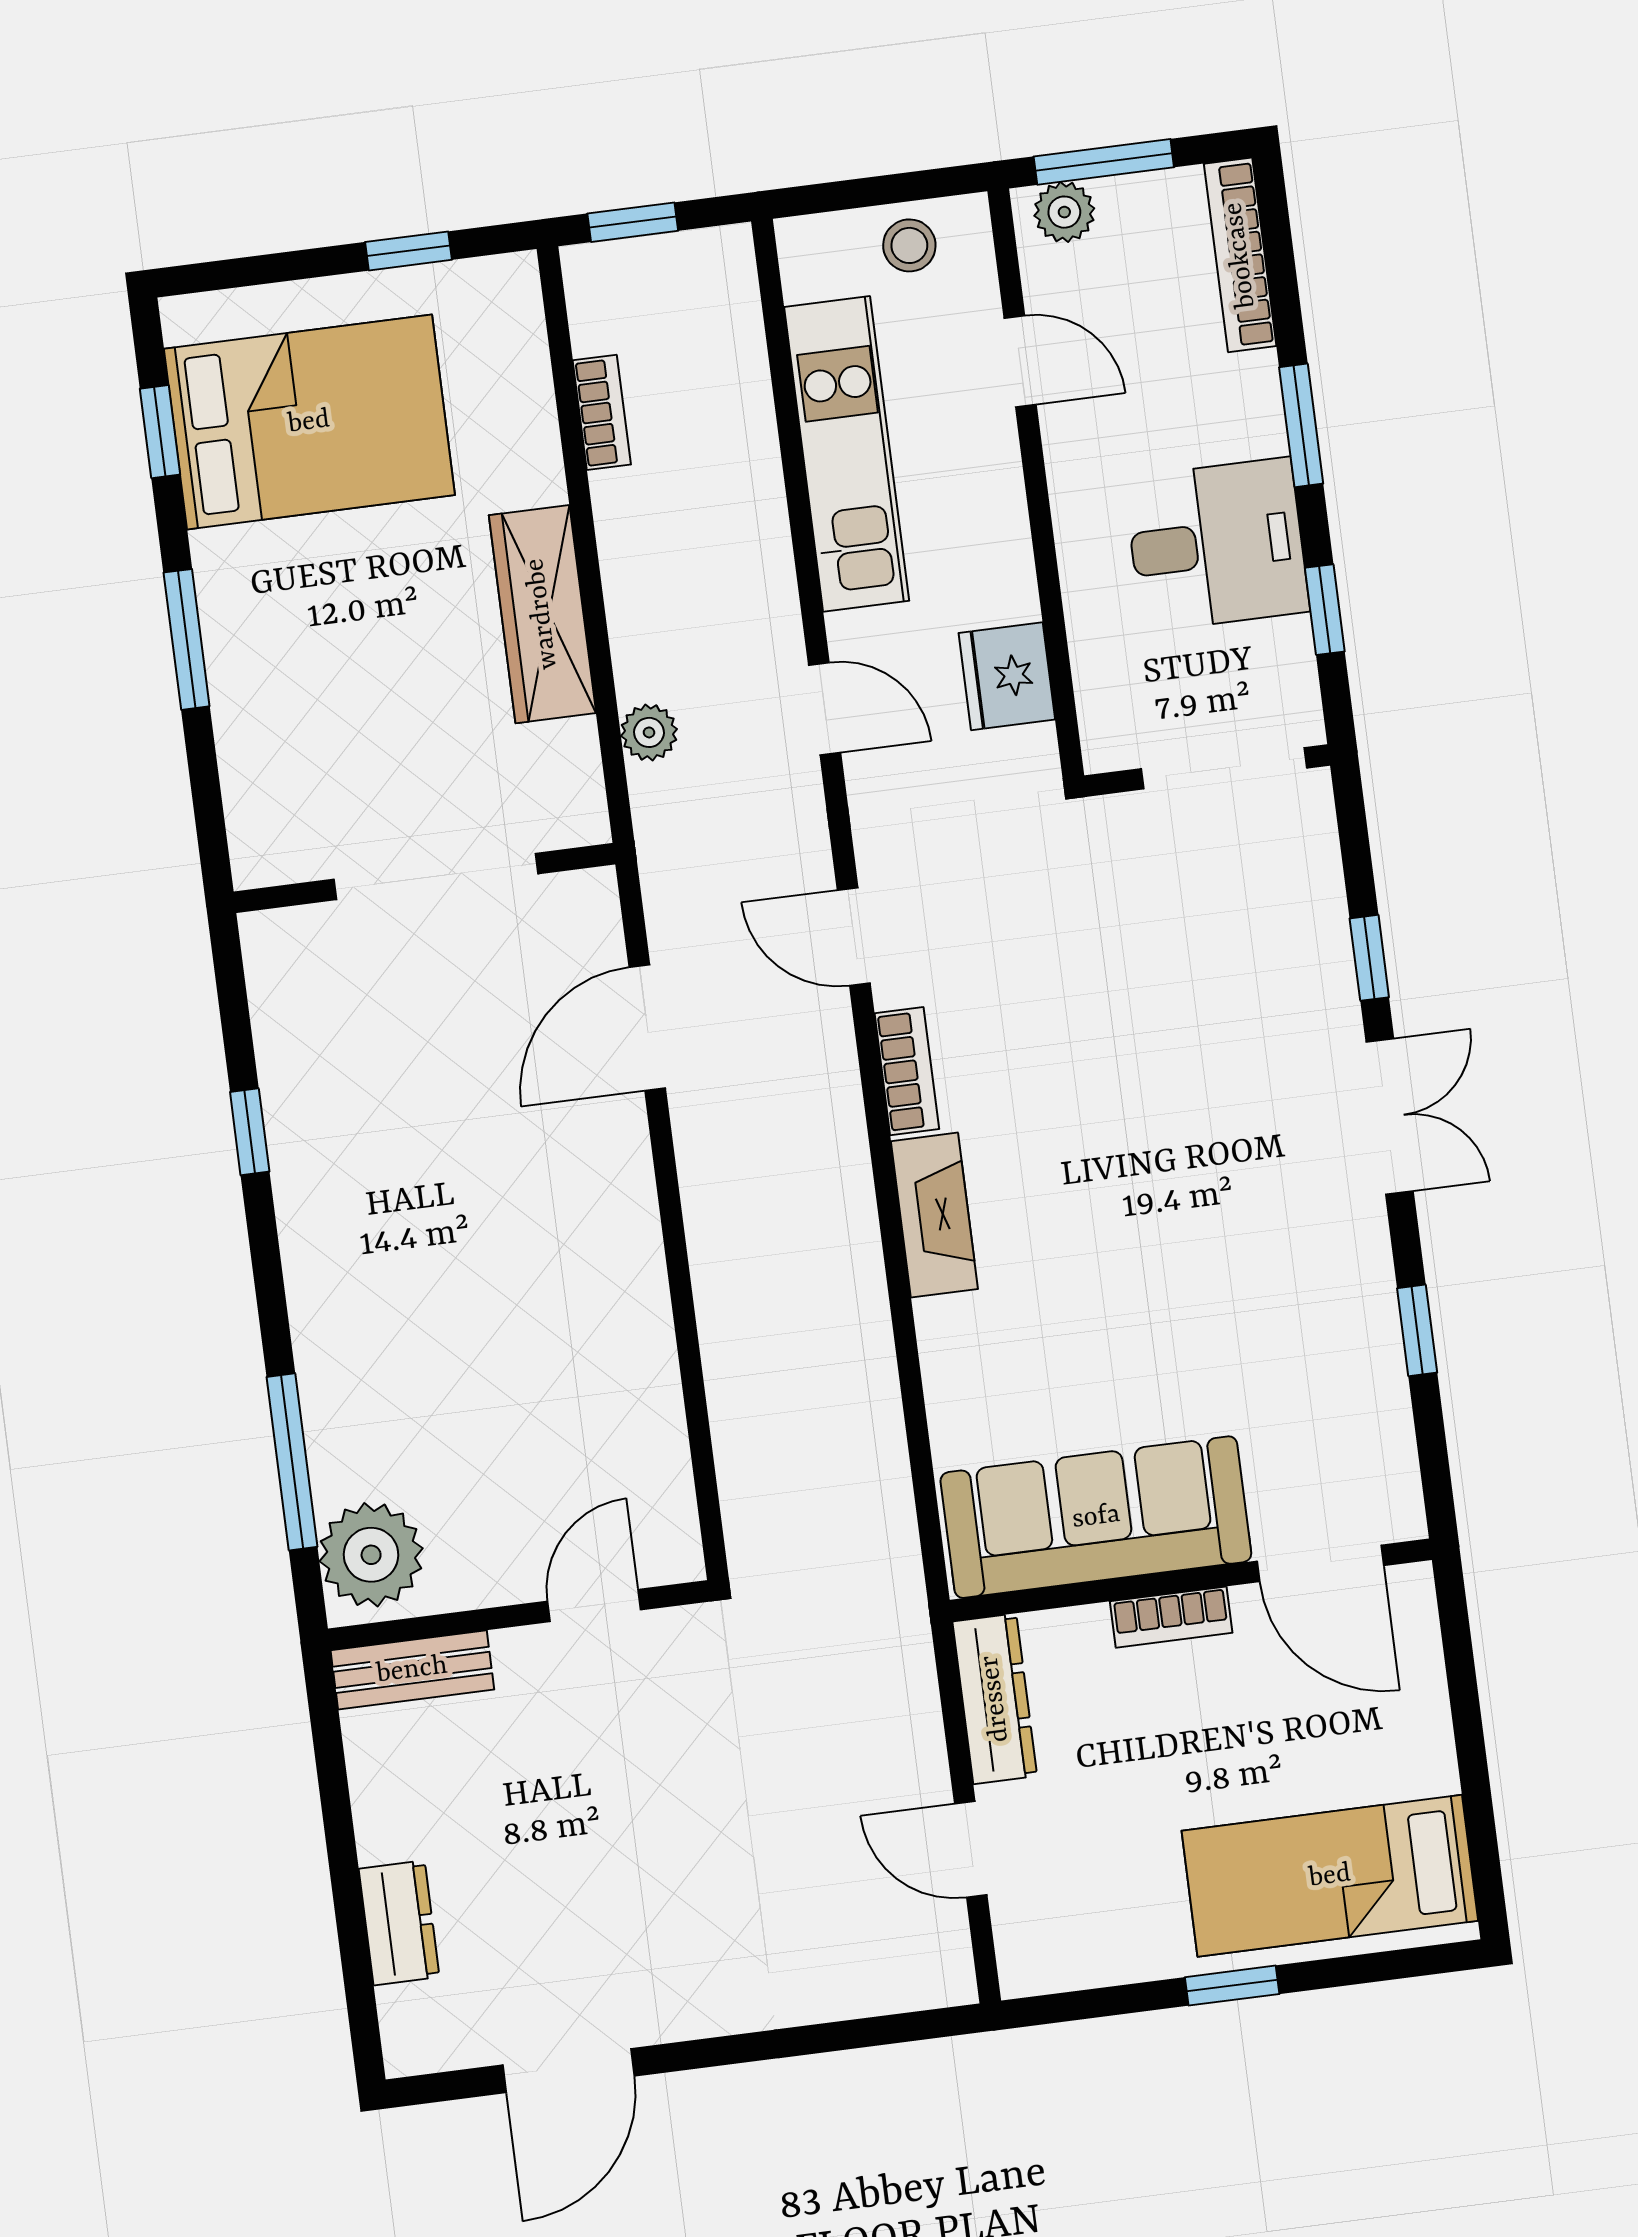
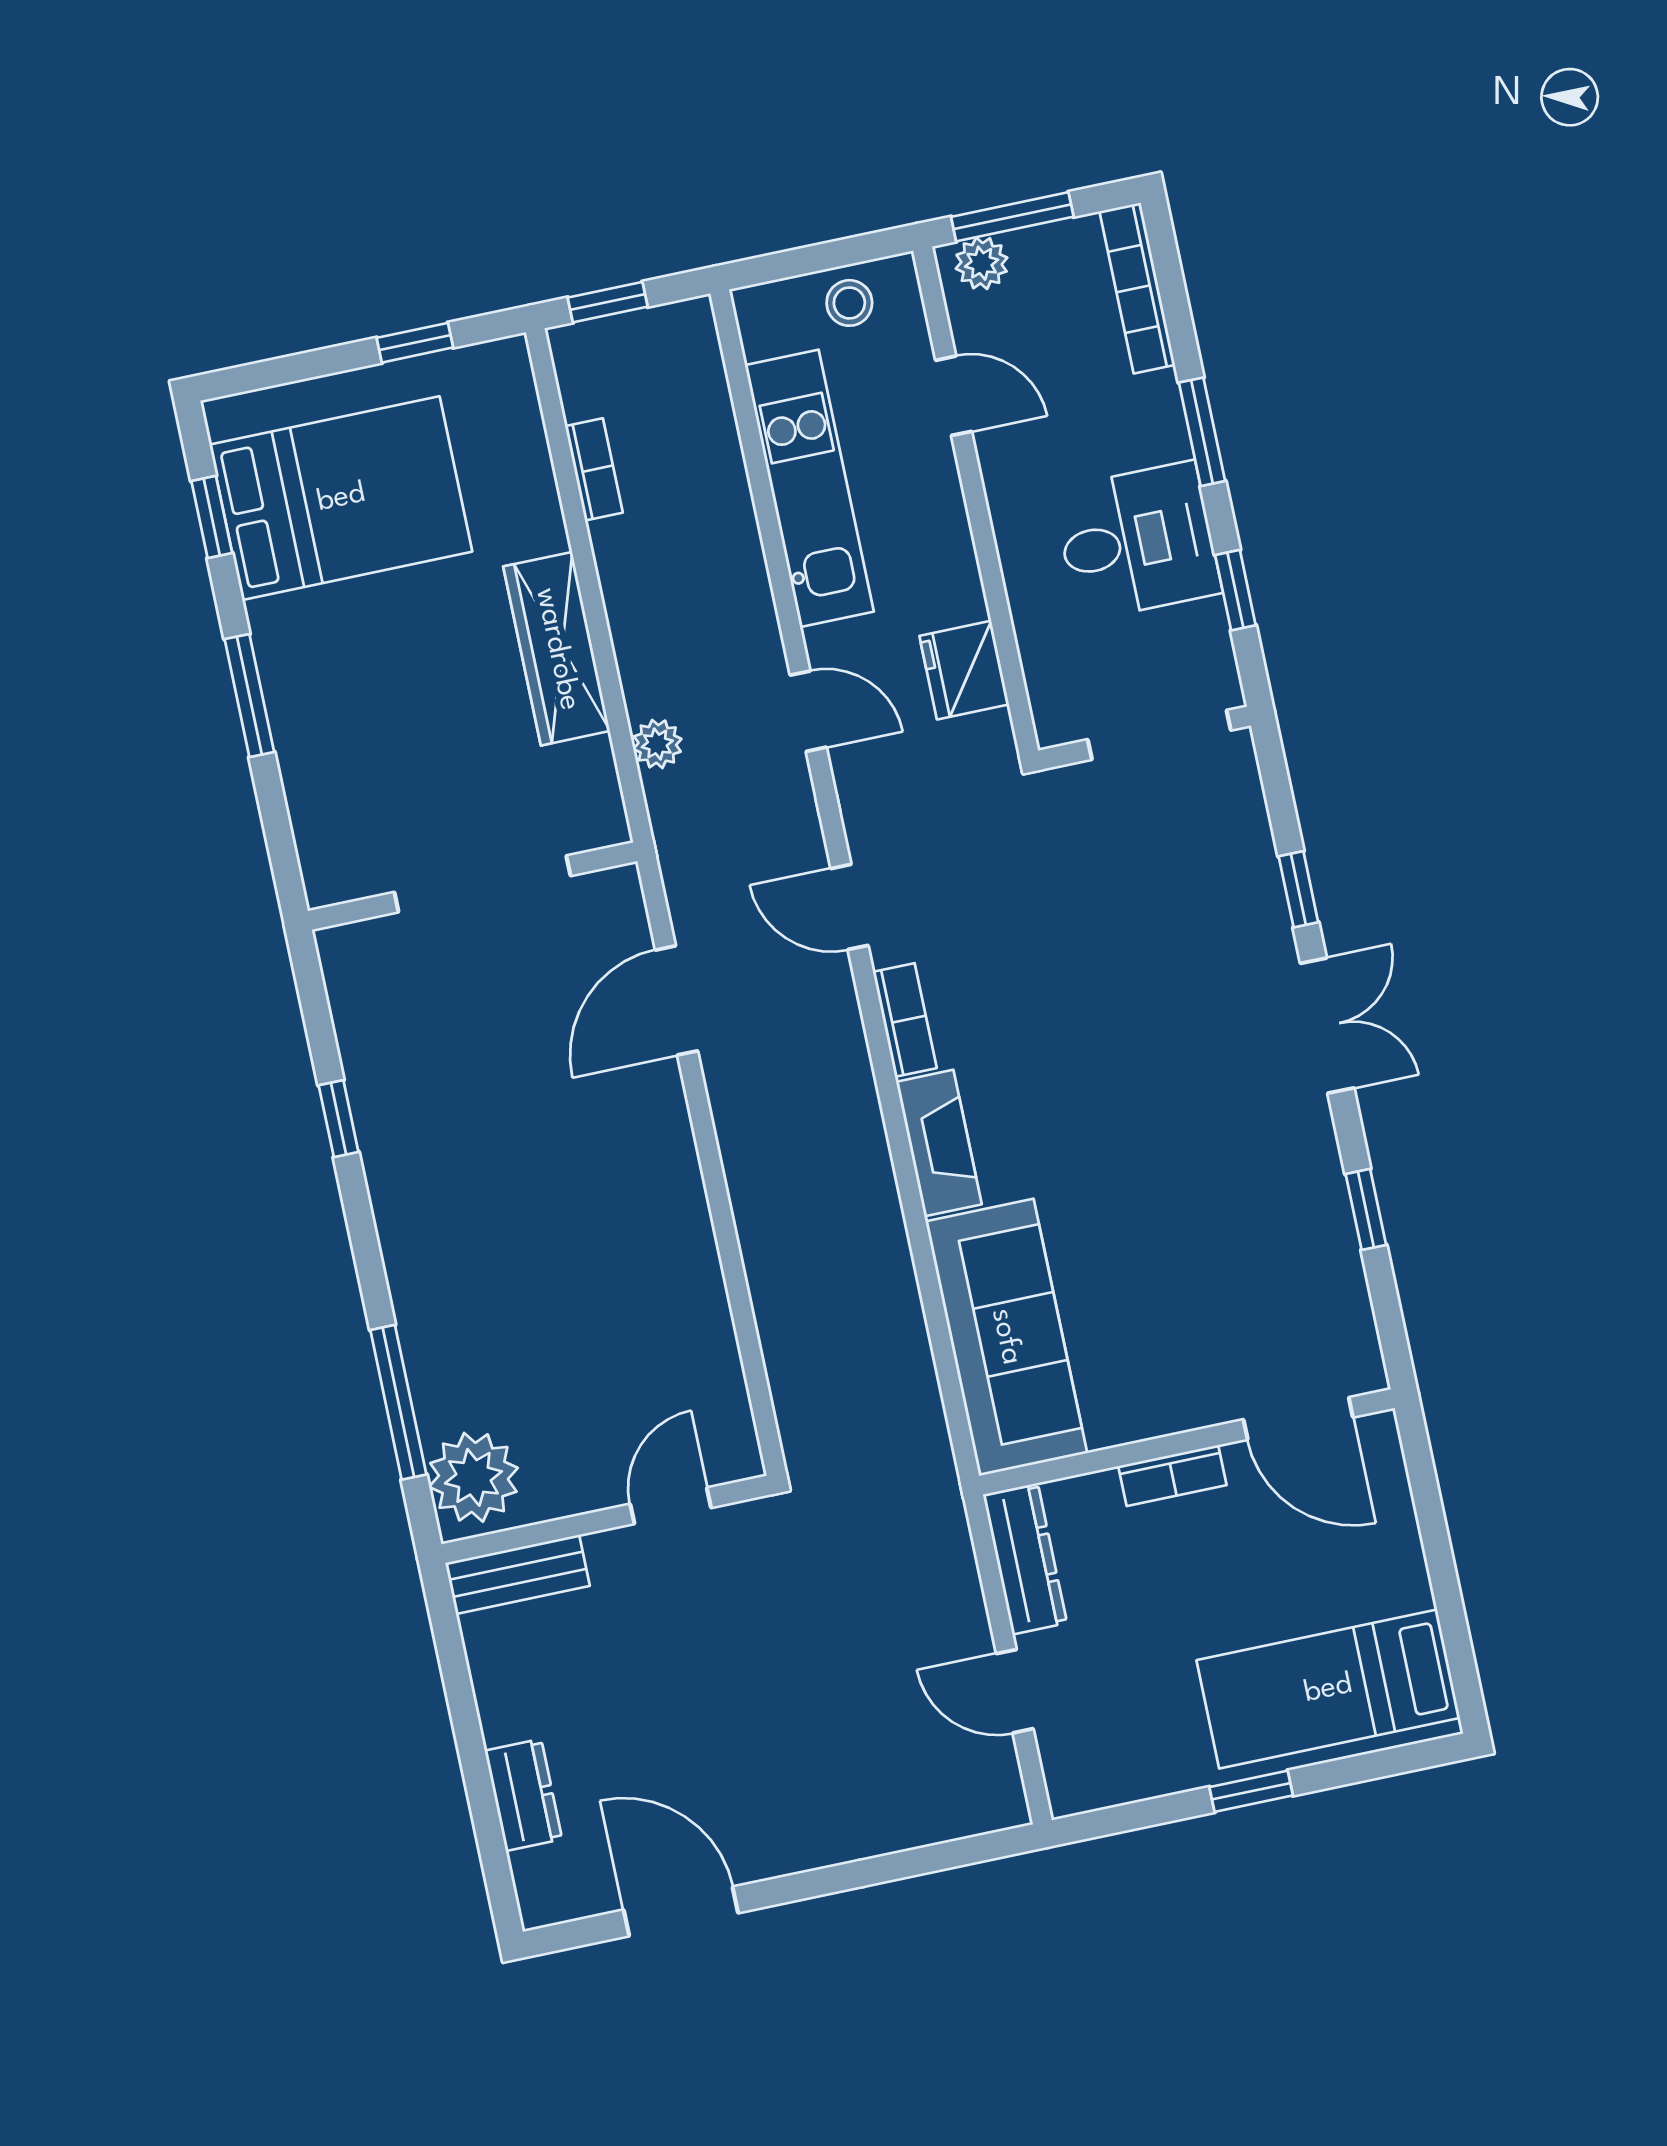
sofa: (1096, 1517) -> (1006, 1337), moved, turned 90
door: (568, 2071) -> (681, 1911), swing flipped

